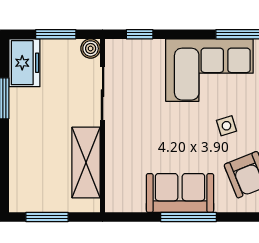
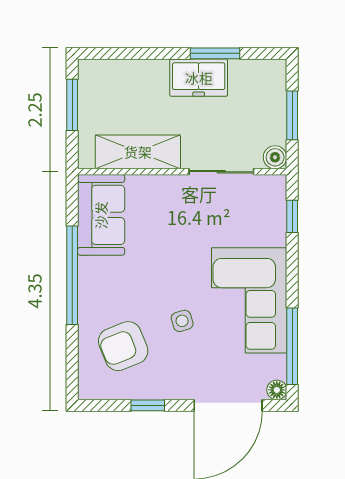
freezer: (24, 63) -> (199, 78), moved
sofa: (180, 193) -> (101, 215), moved
window: (189, 217) -> (72, 275), width x1.46

